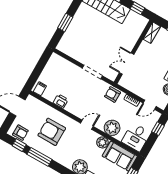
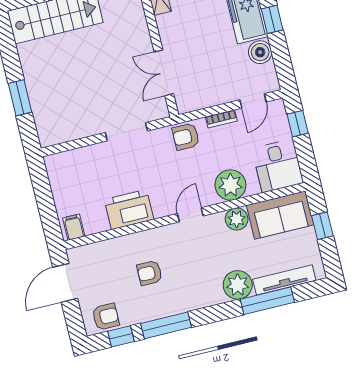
printer: (61, 101) -> (129, 209), width x1.87, depth x1.48
armchair: (52, 132) -> (149, 273), width x0.53, depth x0.53

